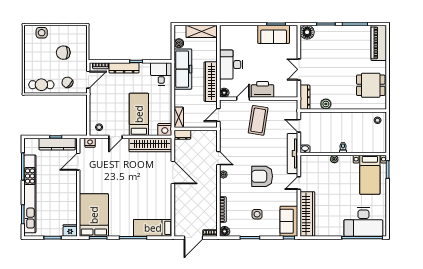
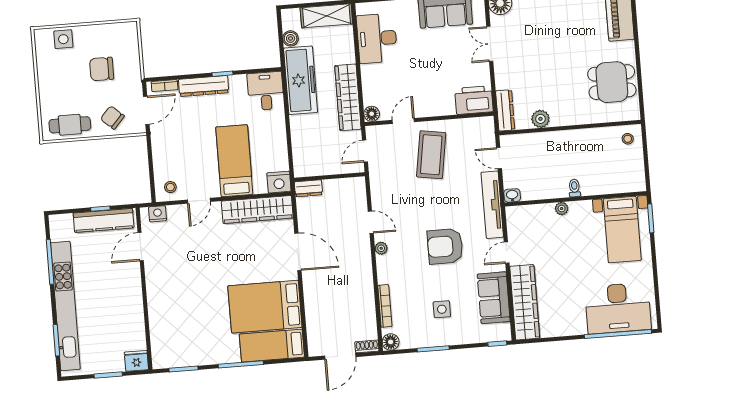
desk: (231, 65) -> (377, 38), moved
double door: (299, 69) -> (490, 44), moved
printer: (263, 89) -> (474, 100), moved
shelving: (179, 117) -> (300, 160), removed
bed: (94, 215) -> (265, 307), moved, turned -90
sofa: (289, 221) -> (494, 298), moved

